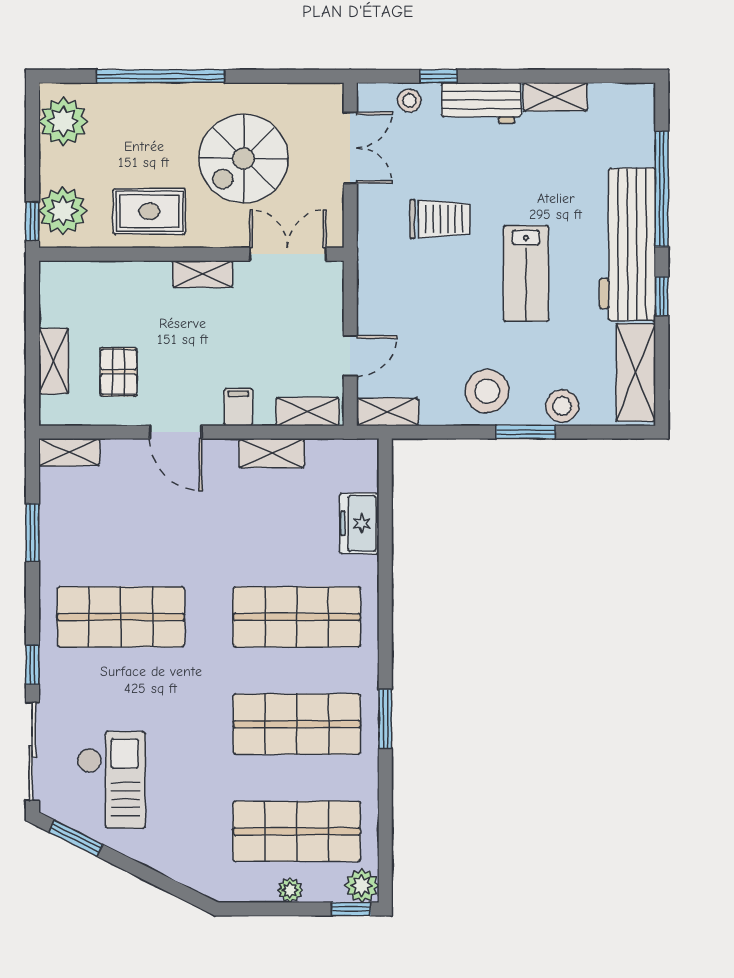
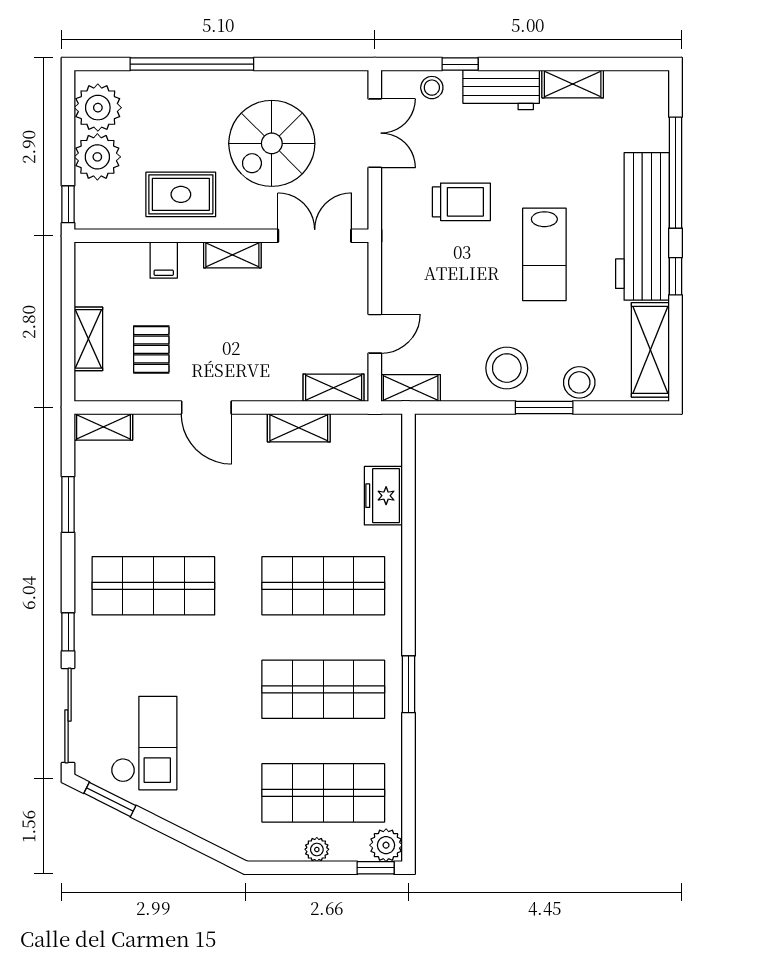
plant: (63, 211) -> (97, 157), moved
filing cabinet: (238, 407) -> (164, 260), moved, turned 180

